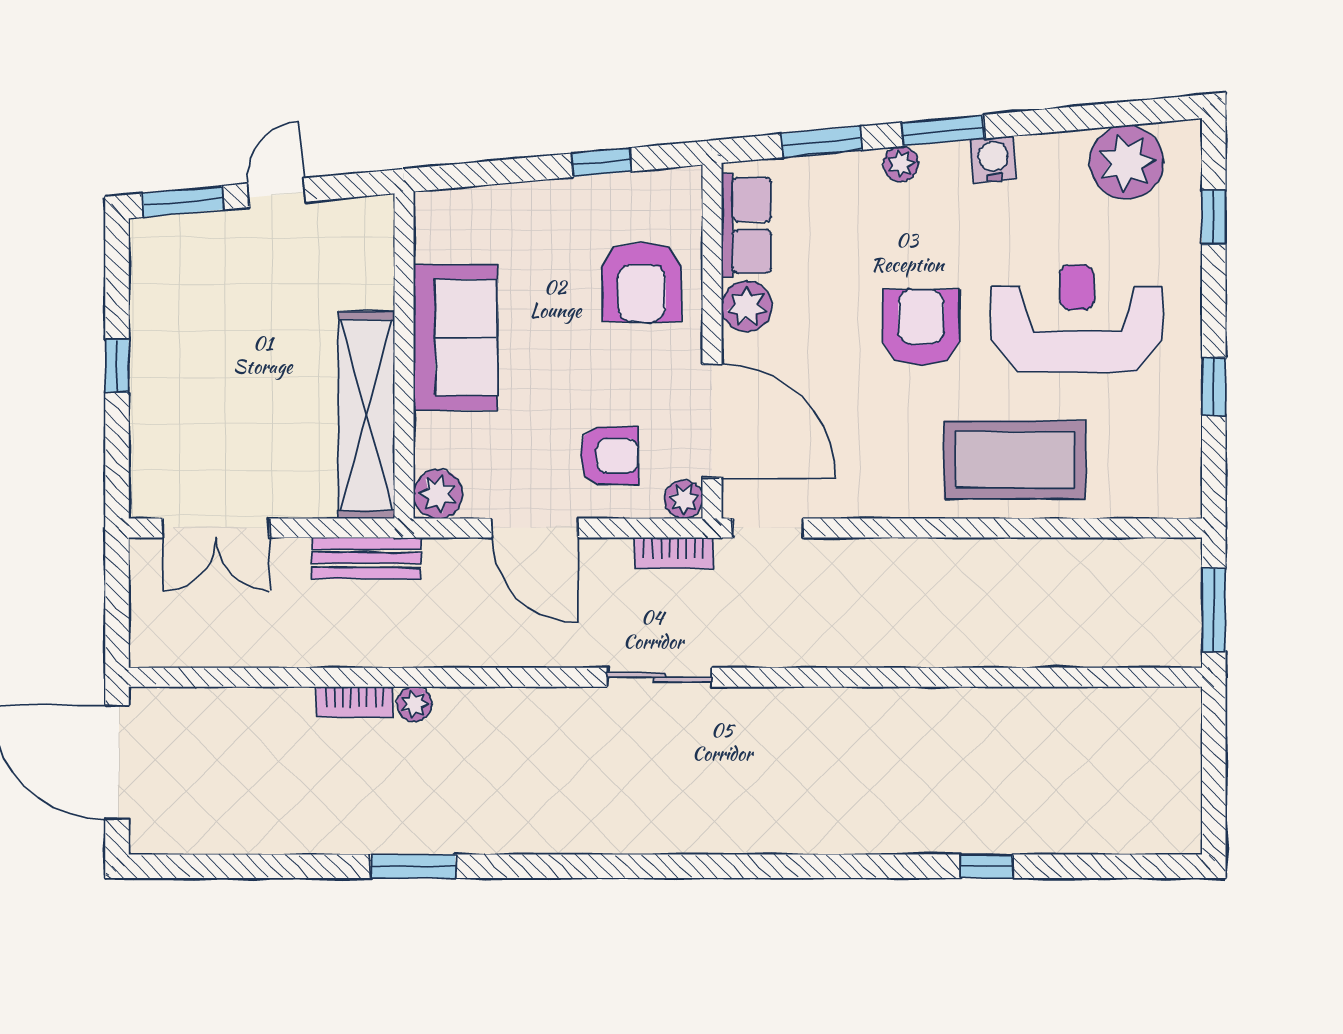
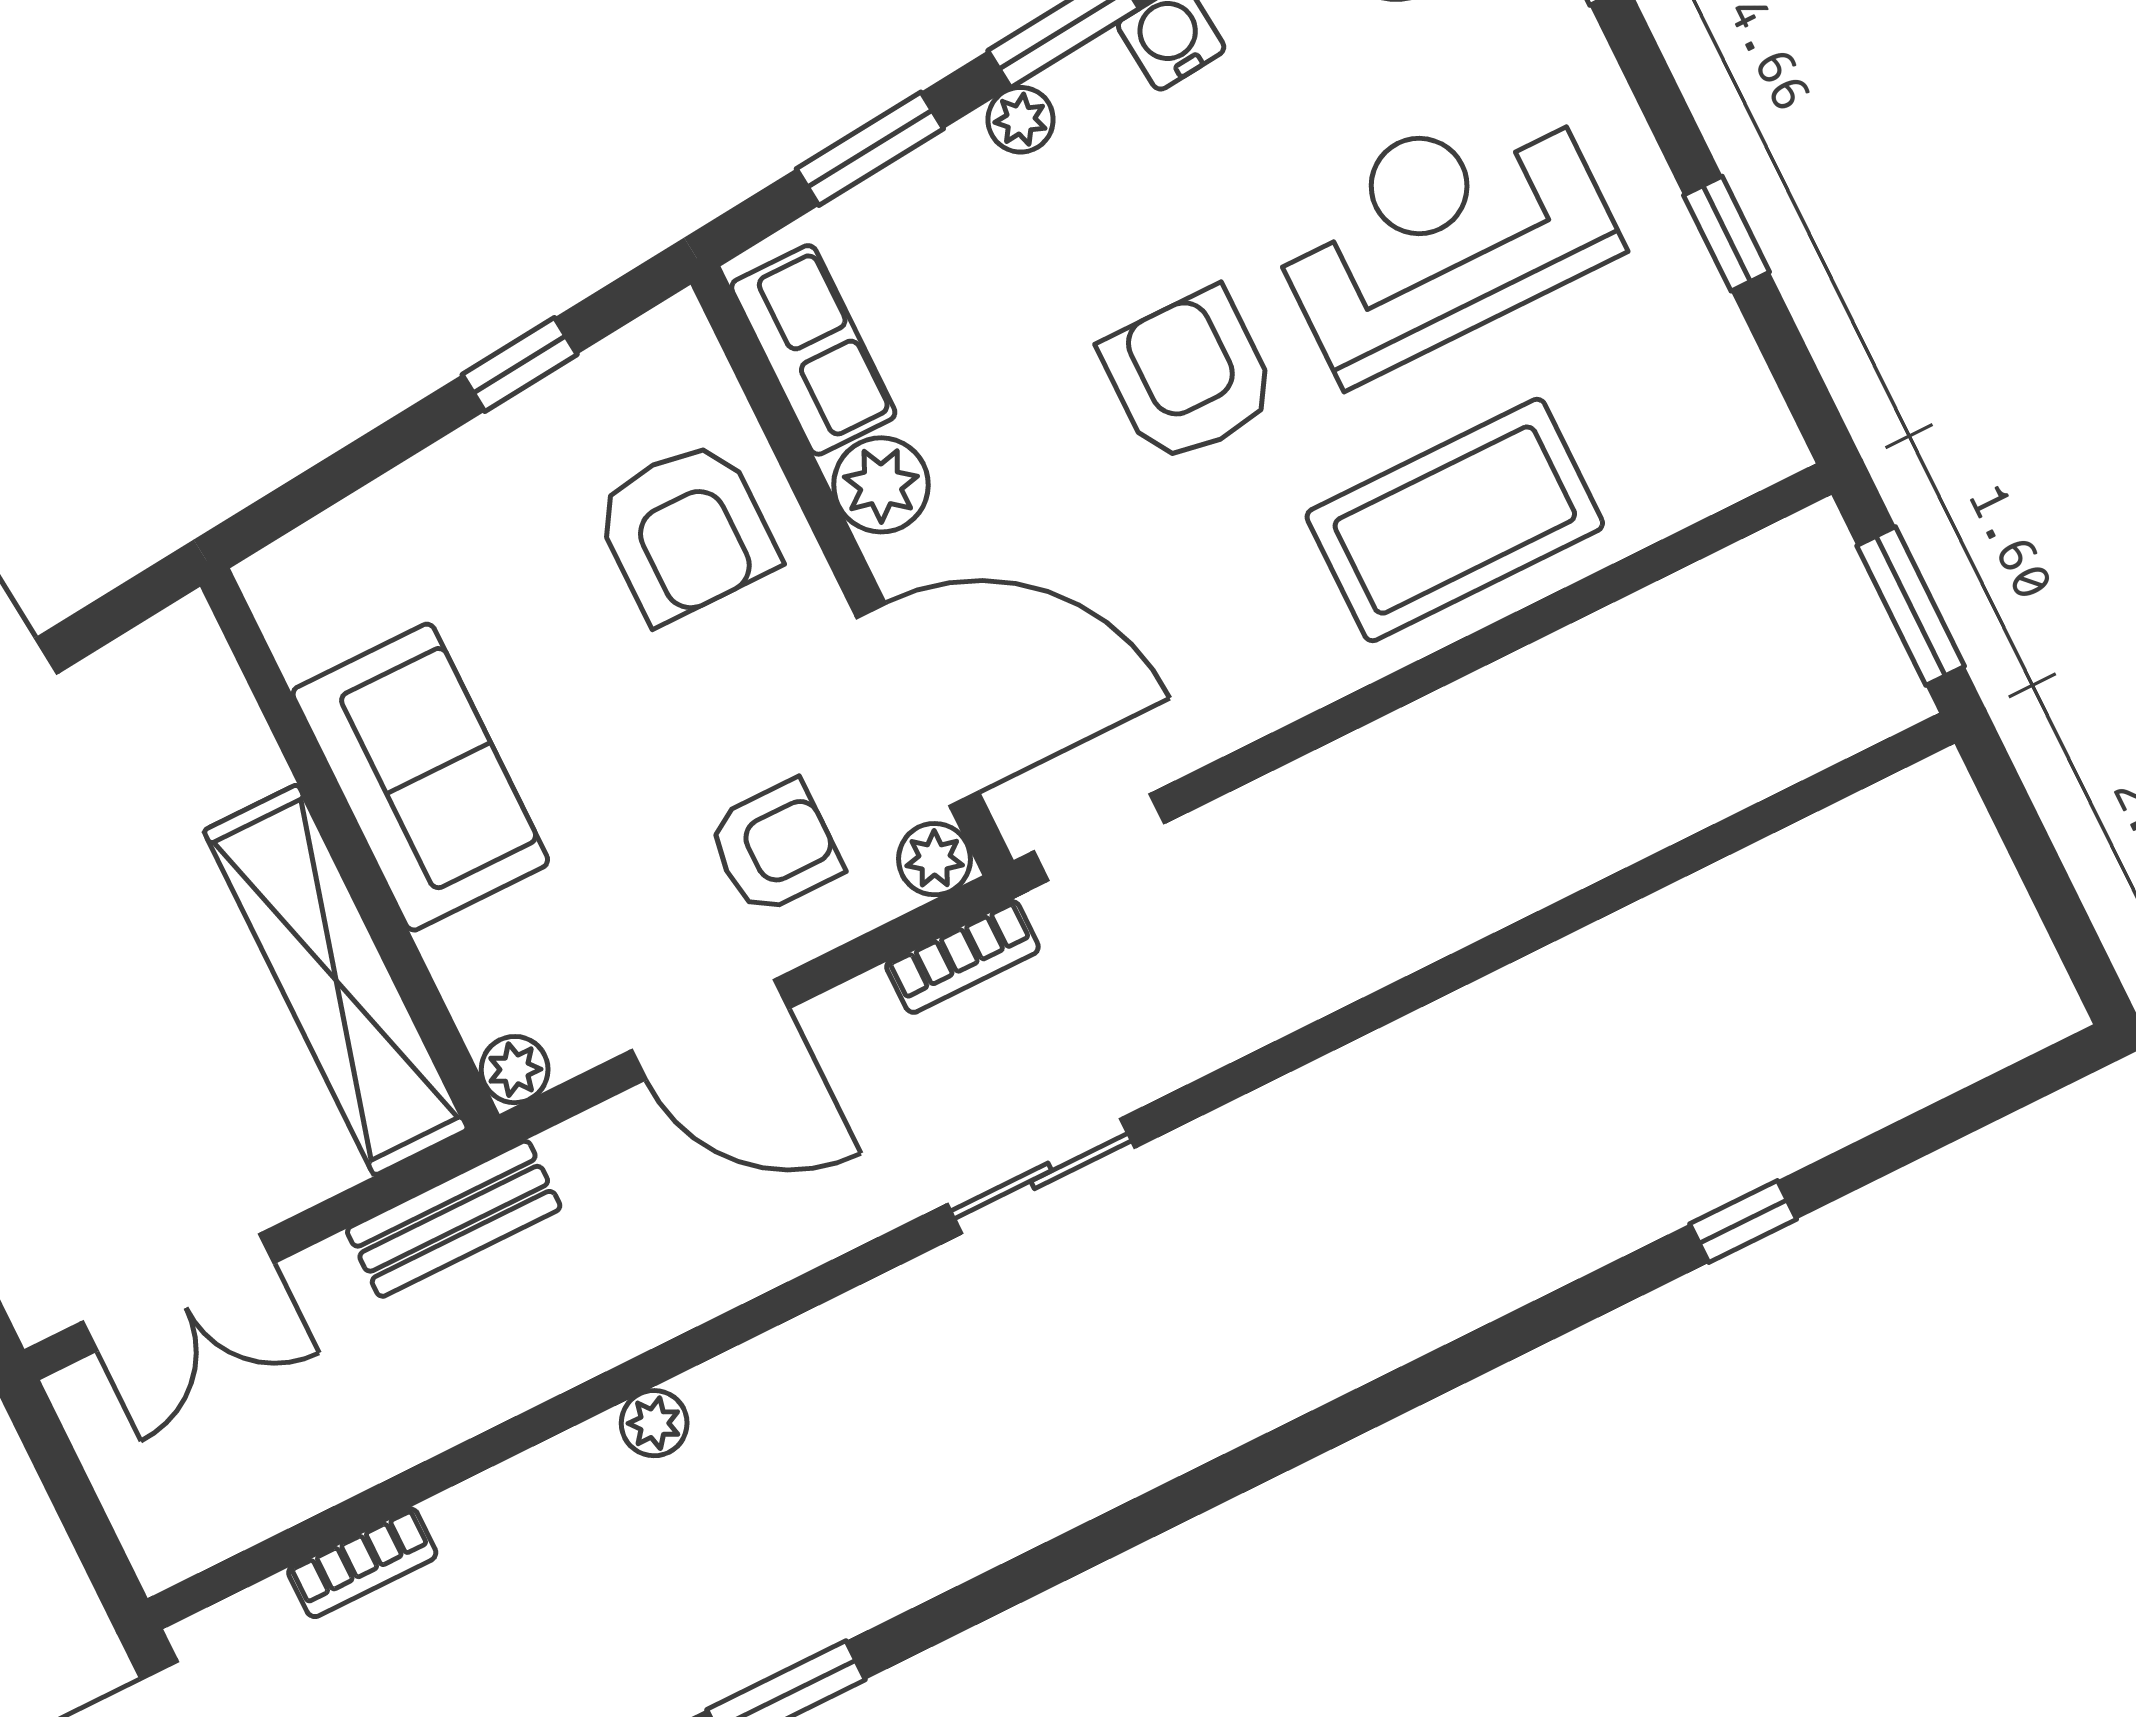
plant: (438, 494) -> (515, 1070), width x0.73, depth x0.73
bookcase: (355, 702) -> (362, 1563), moved

